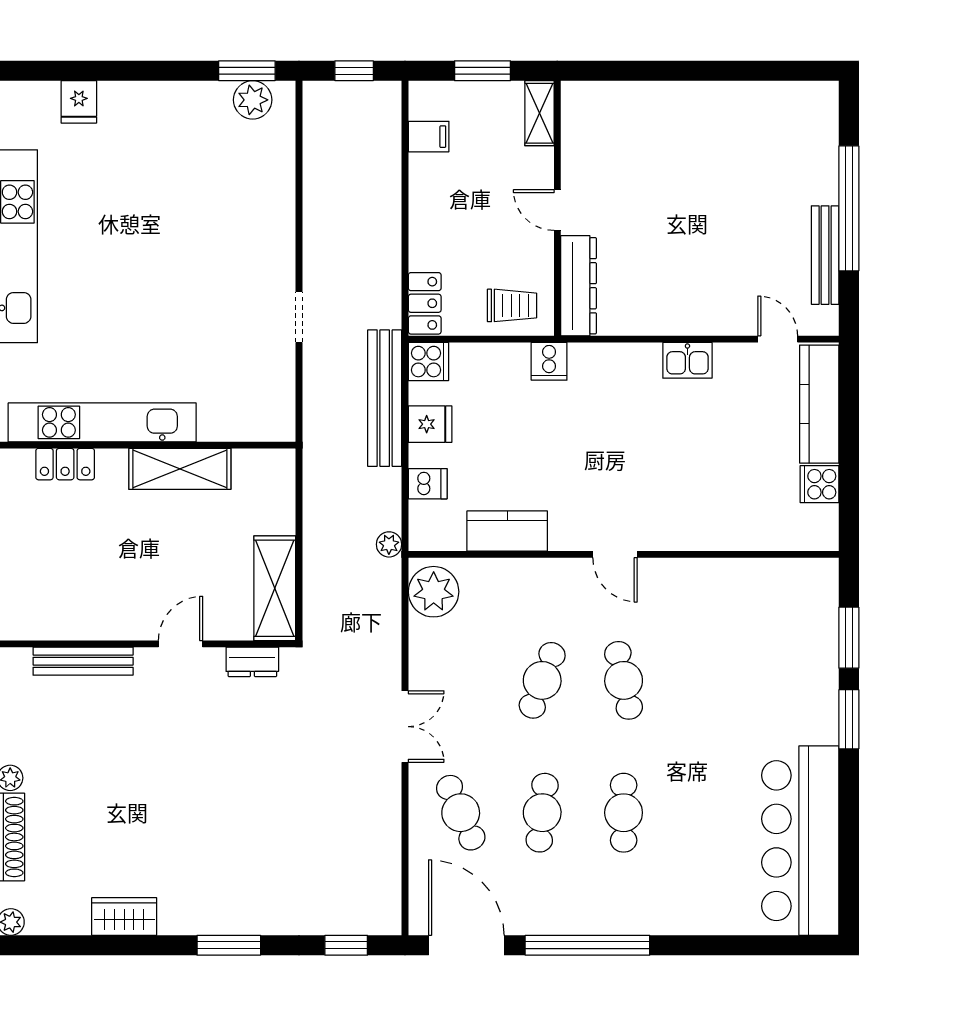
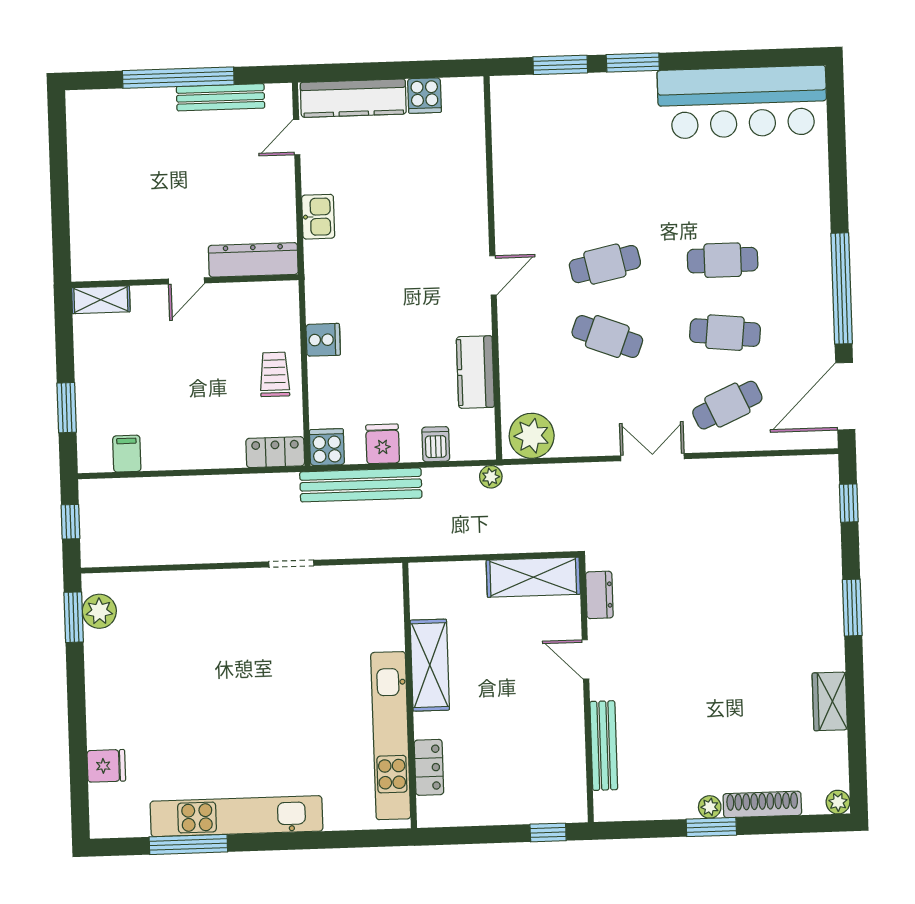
shelving: (539, 113) -> (101, 300), moved
wall: (557, 208) -> (185, 281), moved
door: (557, 210) -> (186, 281), moved
dresser: (578, 286) -> (253, 260), moved

